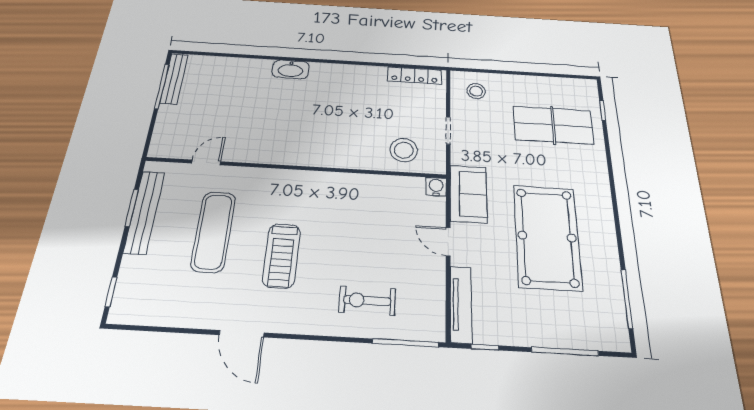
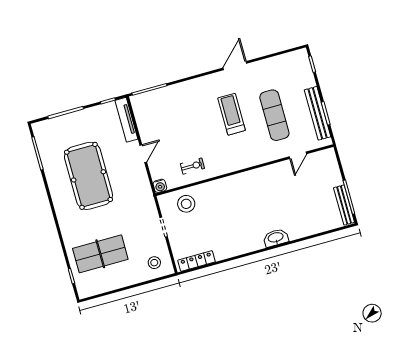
sofa: (468, 194) -> (140, 188), removed
door: (448, 242) -> (143, 154), hinge flipped
exercise bike: (367, 300) -> (192, 166), moved, width x0.73, depth x0.72
door: (242, 334) -> (235, 66), hinge flipped

